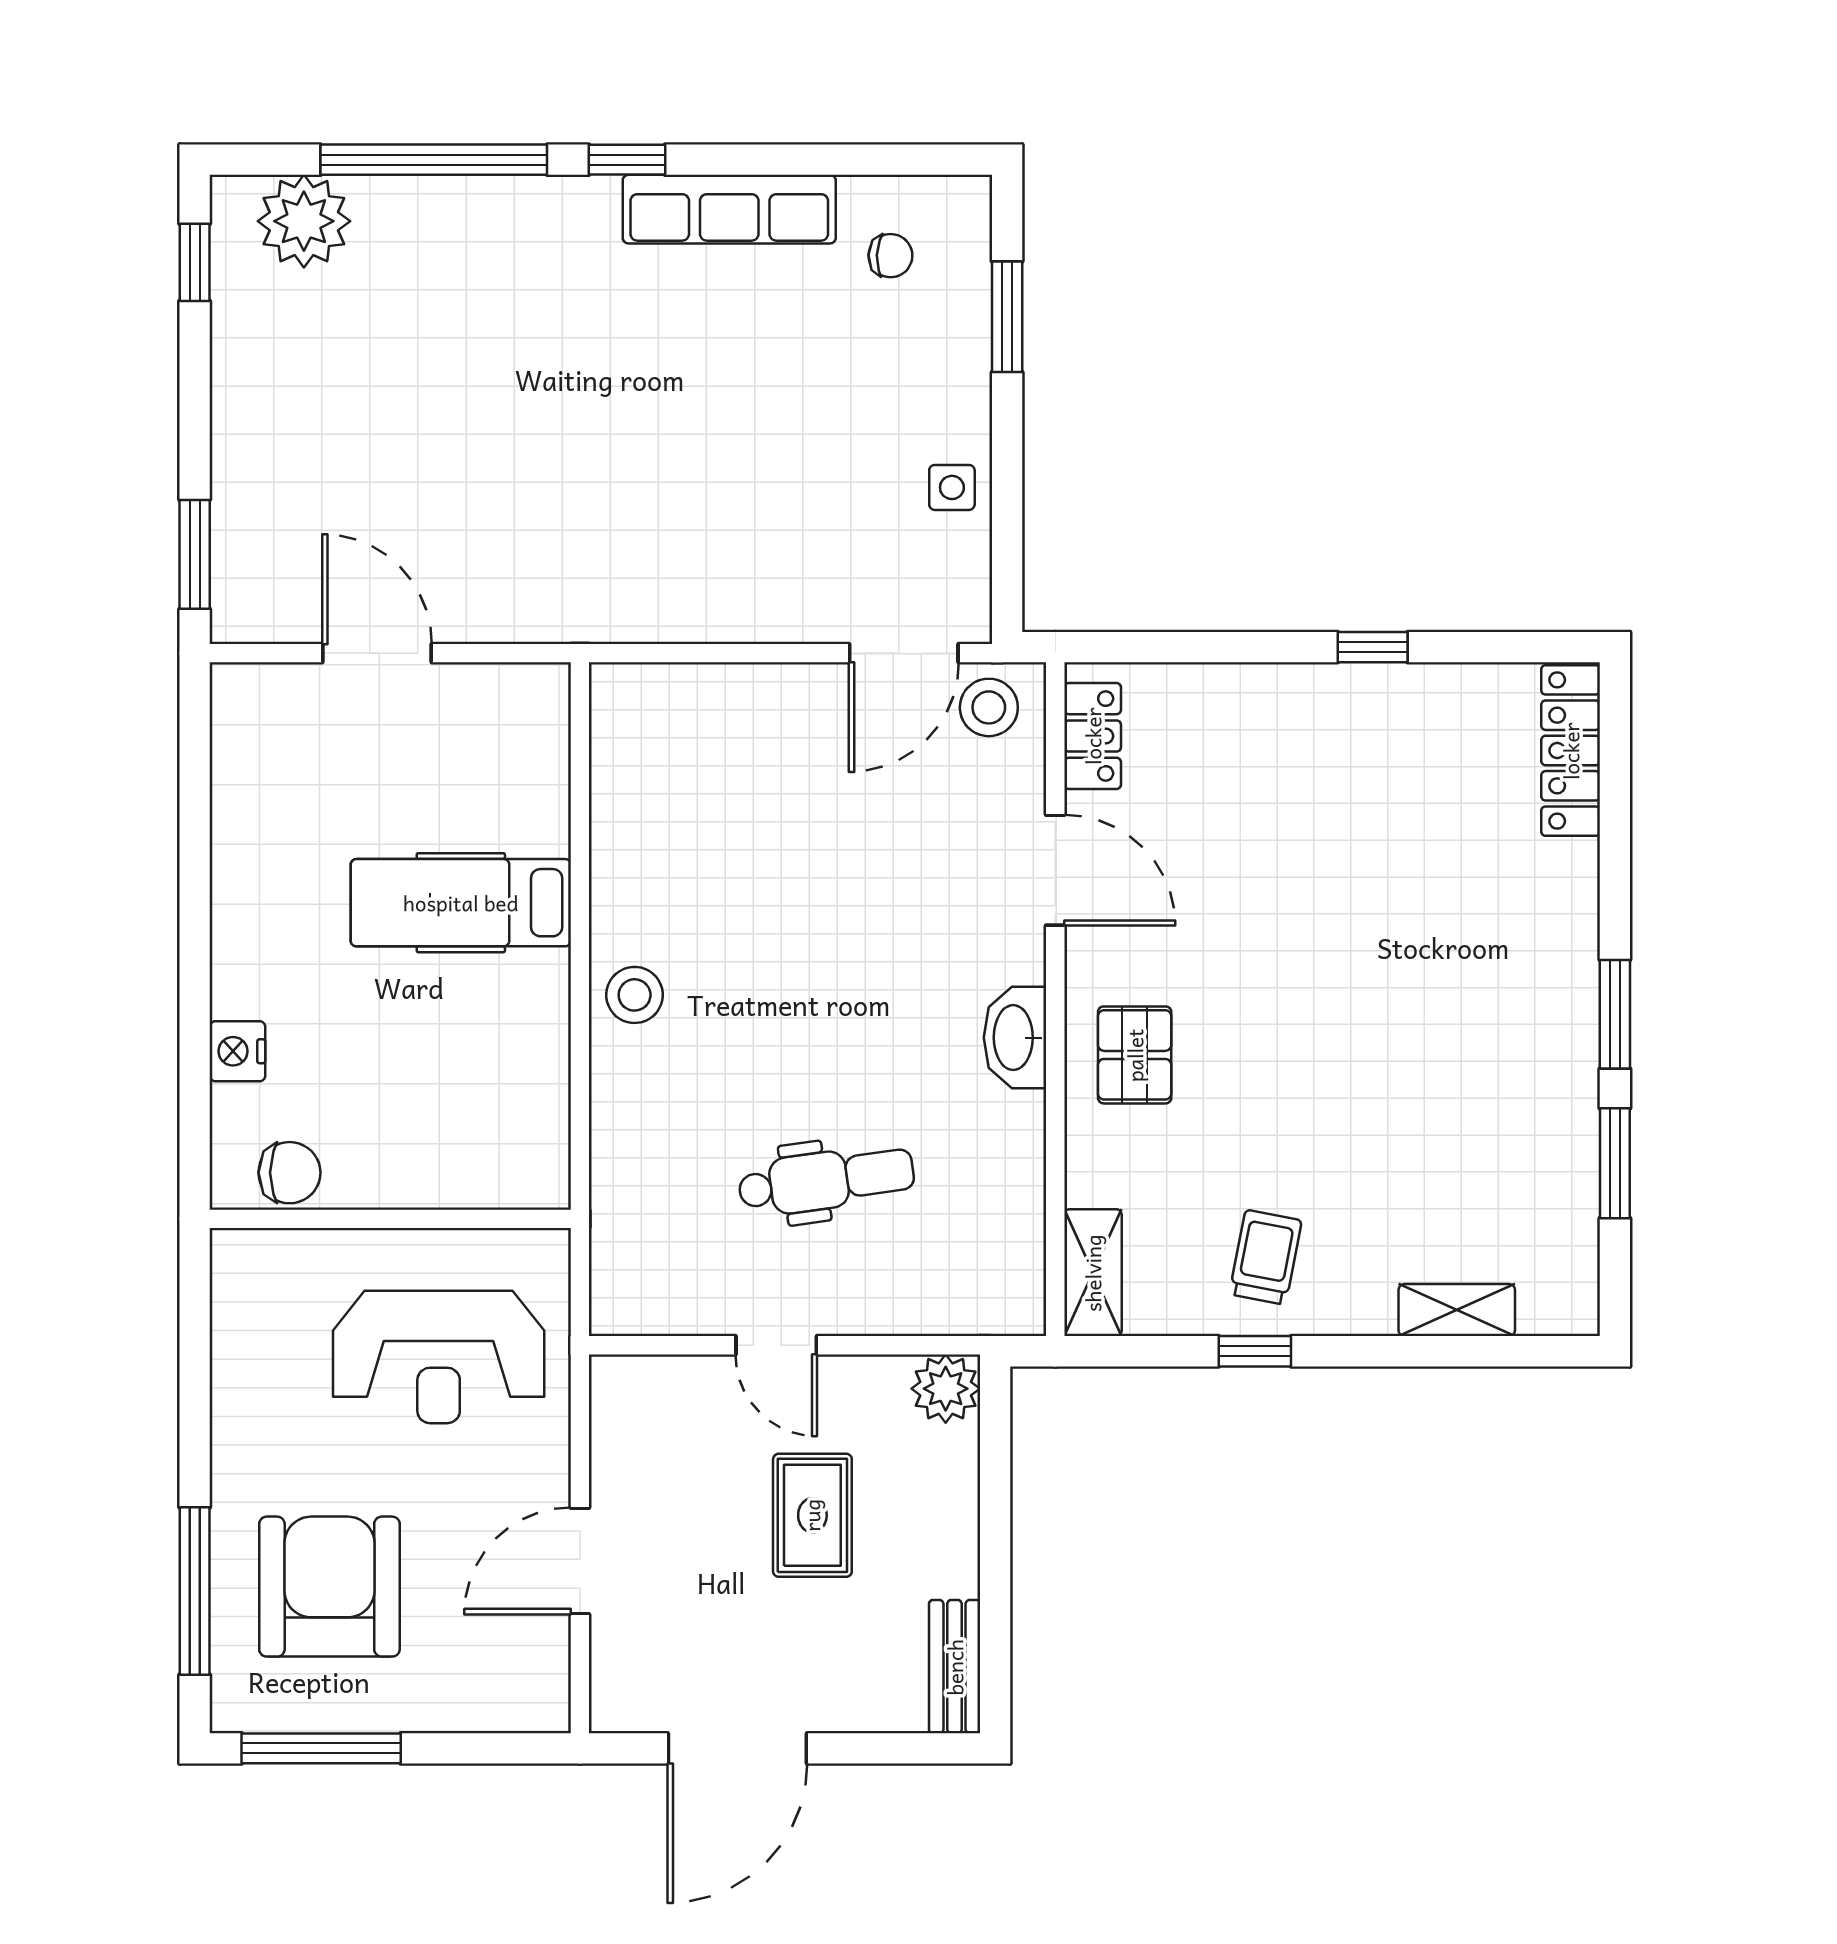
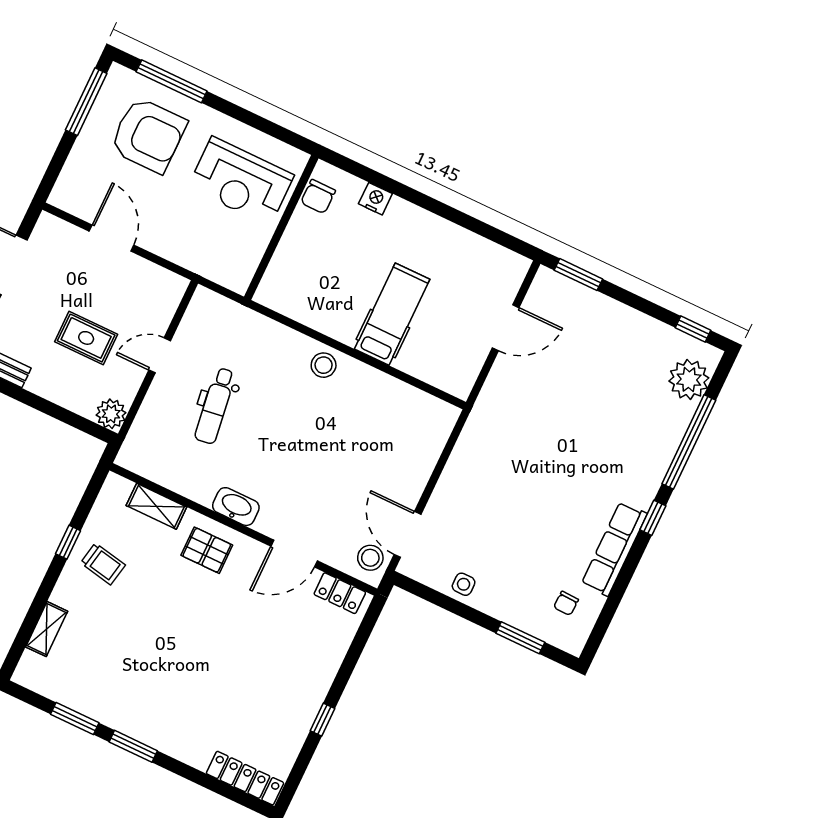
shelving: (1093, 1273) -> (156, 506), moved
reception desk: (439, 1357) -> (241, 181), moved, turned -90

